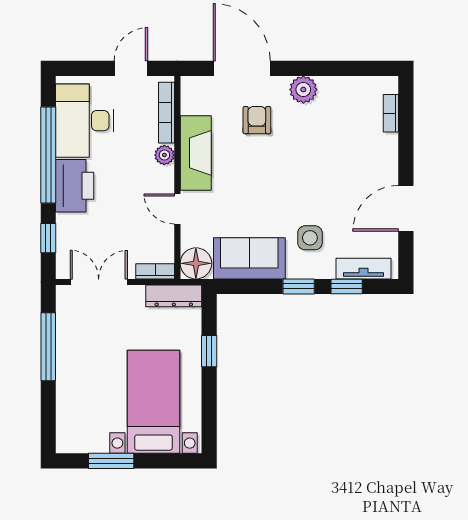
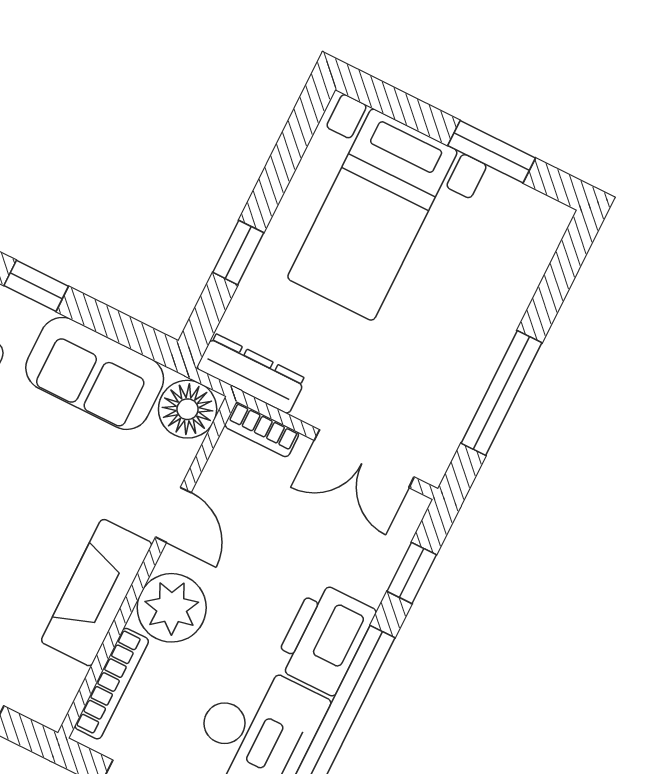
plant: (164, 155) -> (172, 608), width x1.88, depth x1.88

